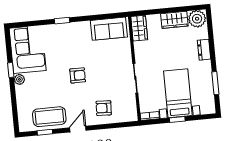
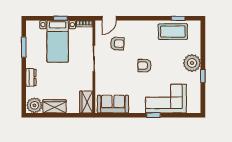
corner sofa: (28, 49) -> (166, 99), moved, turned 90
plant: (19, 79) -> (192, 63), width x1.88, depth x1.88
armchair: (104, 108) -> (117, 44), moved
door: (78, 129) -> (109, 18), moved

